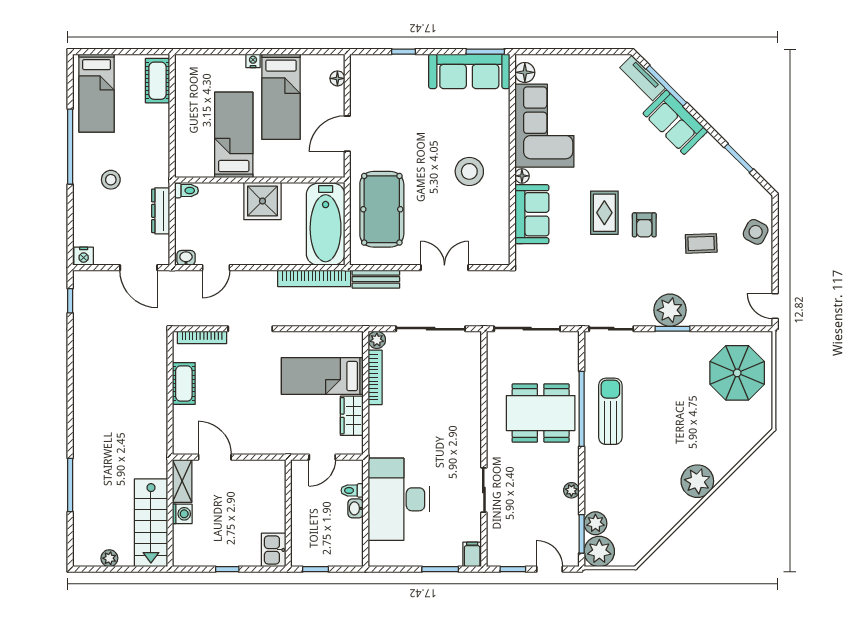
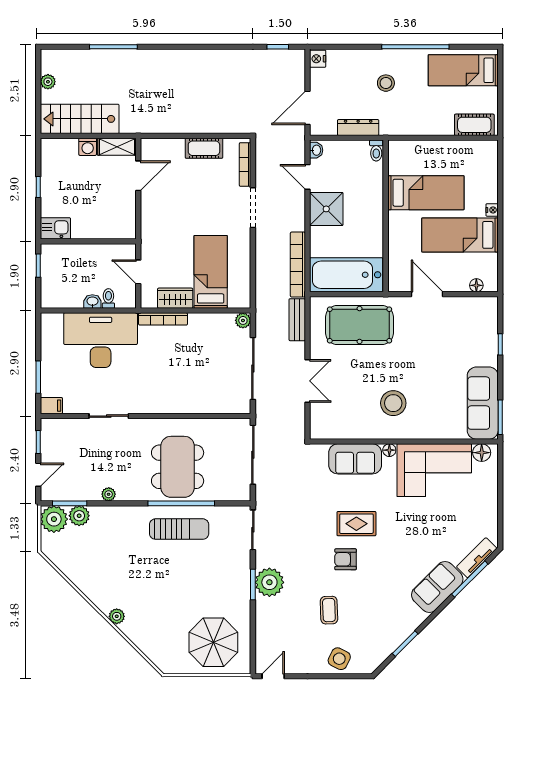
shower: (262, 201) -> (326, 209), moved
bookcase: (375, 377) -> (163, 319), moved
plant: (697, 481) -> (117, 616), width x0.53, depth x0.53

